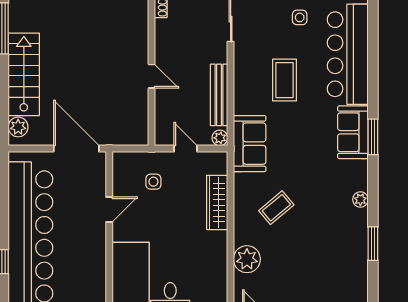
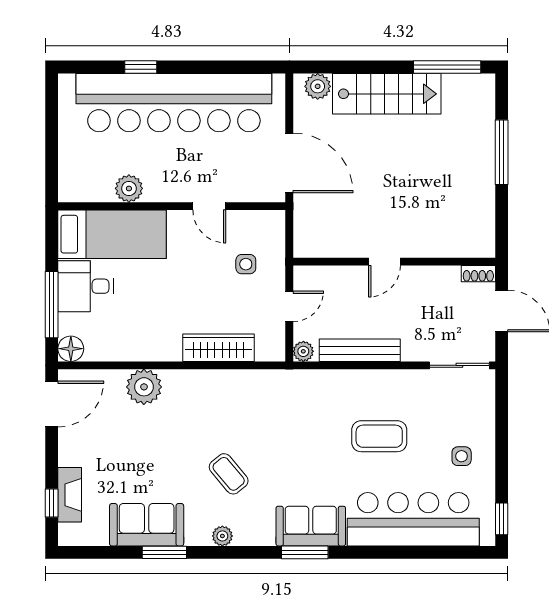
sofa: (250, 144) -> (147, 525), moved, turned 180
door: (76, 149) -> (289, 163), hinge flipped
coffee table: (276, 208) -> (229, 474), moved
plant: (96, 271) -> (129, 188), added

